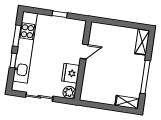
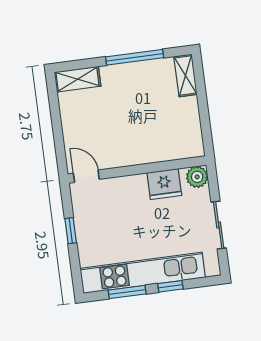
door: (84, 52) -> (86, 176), moved

